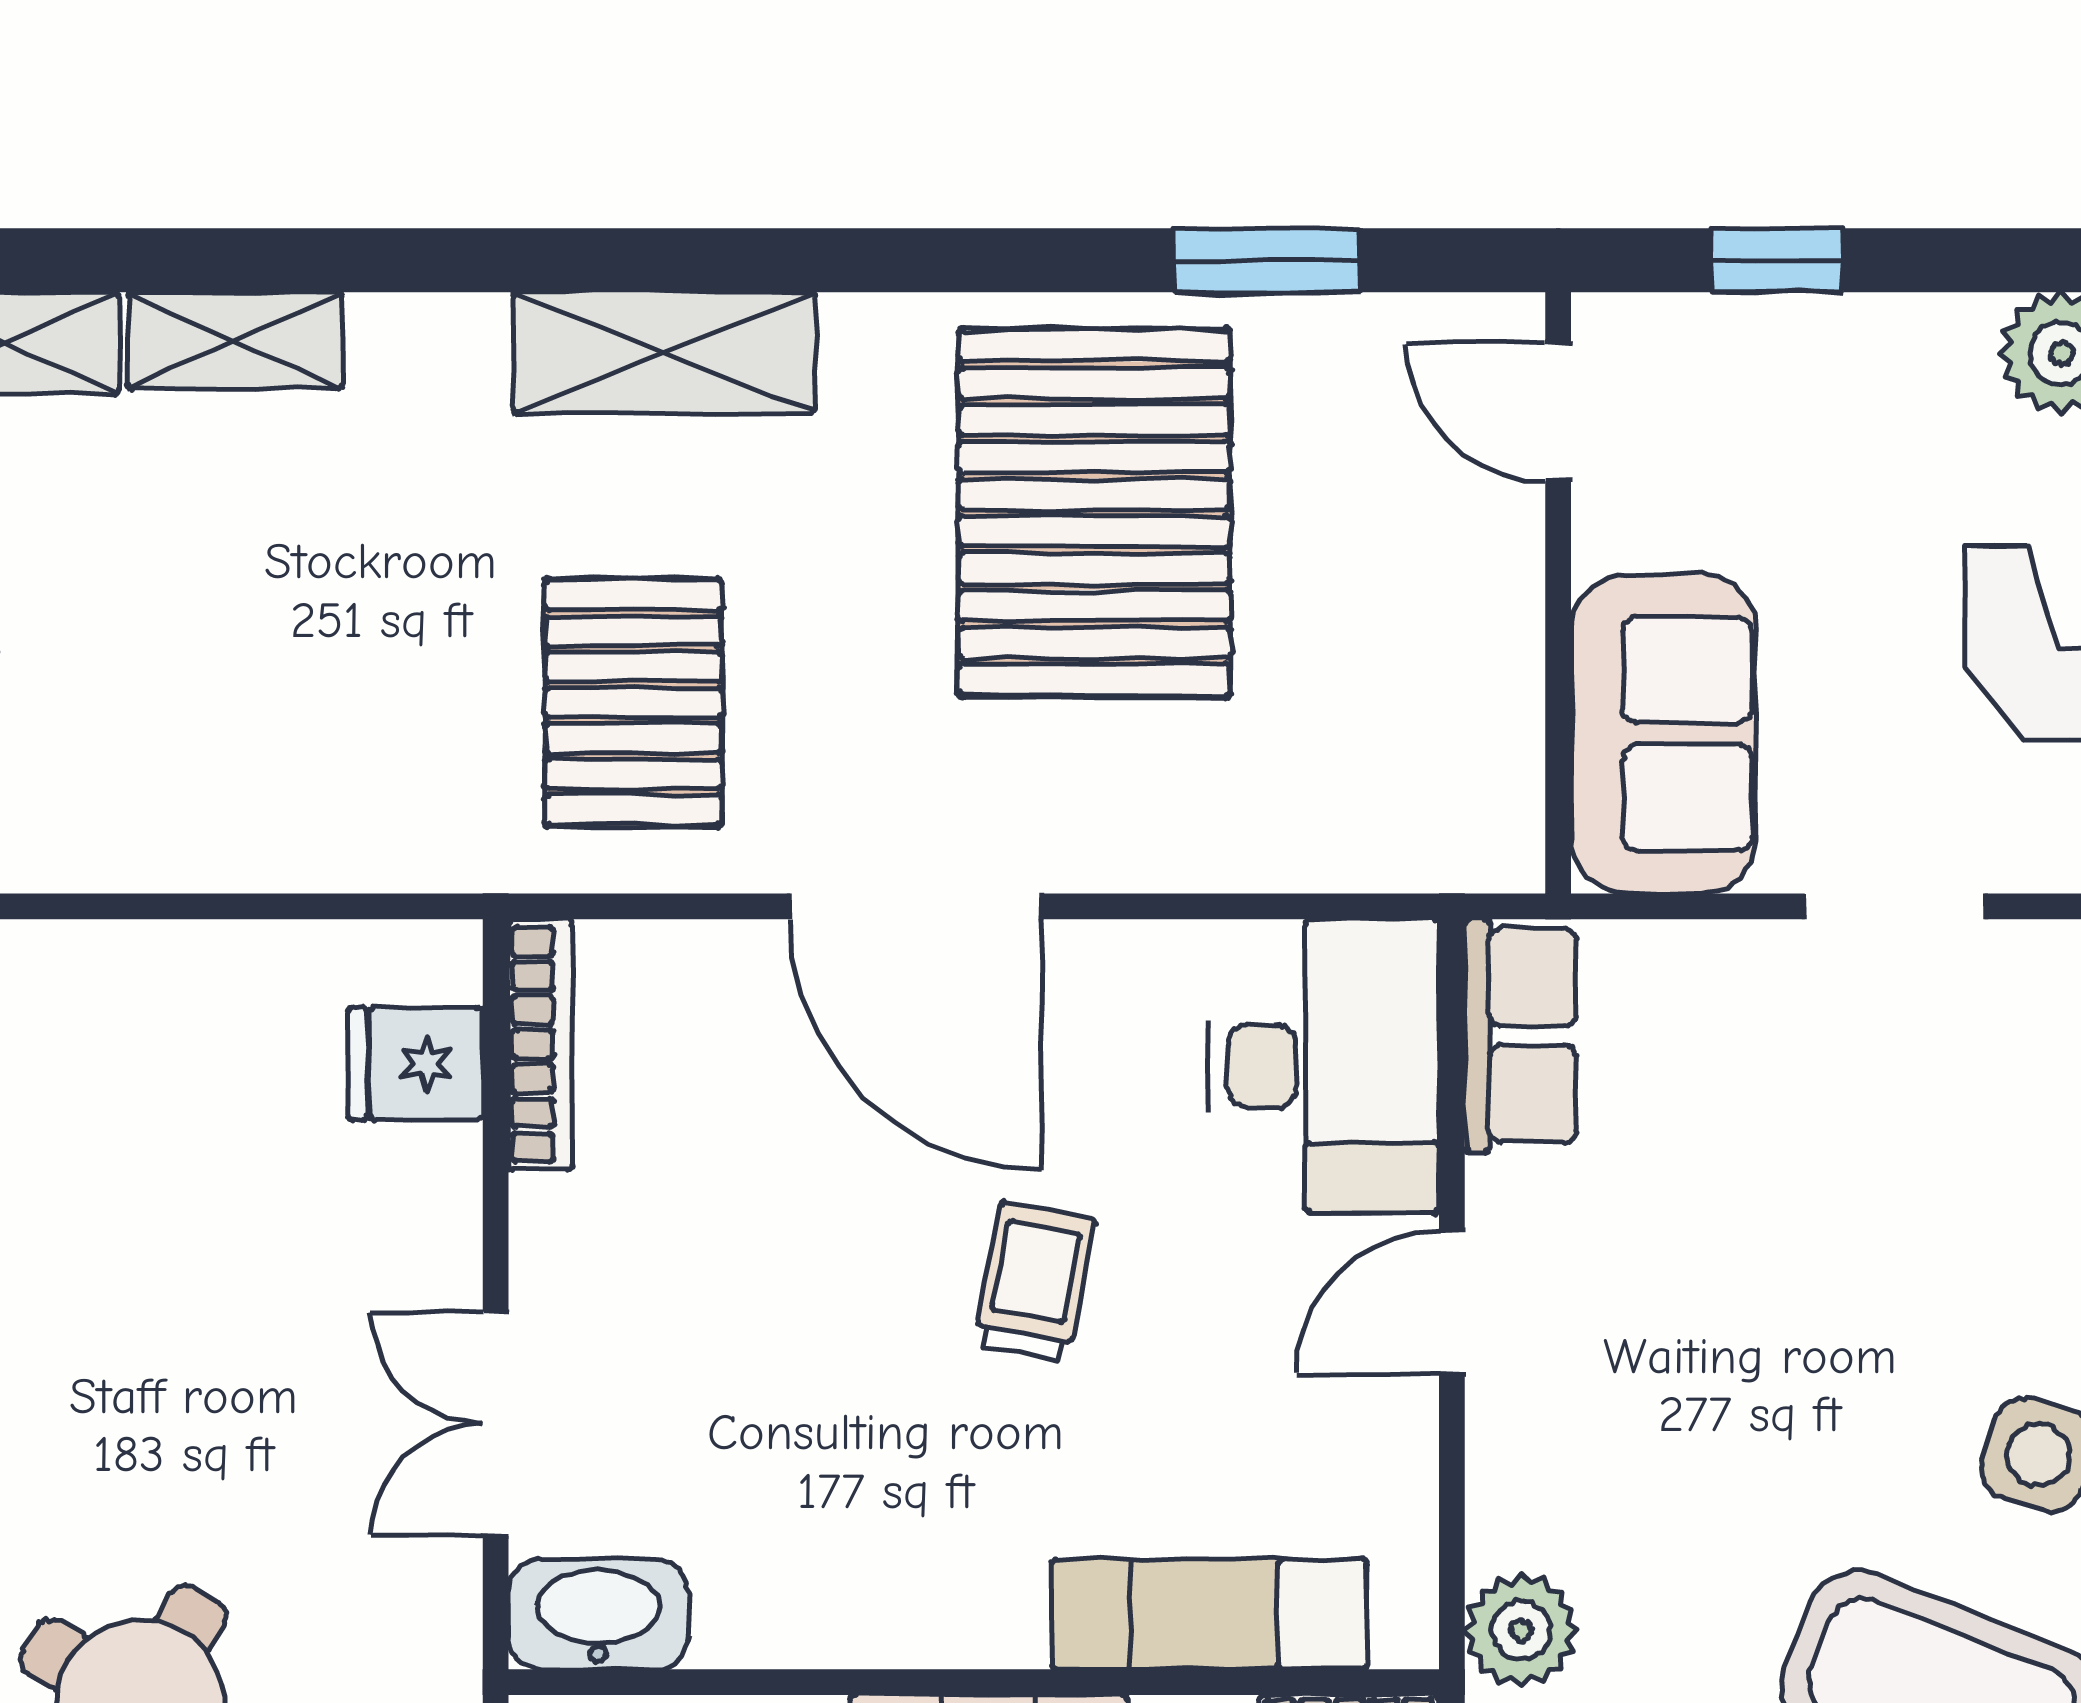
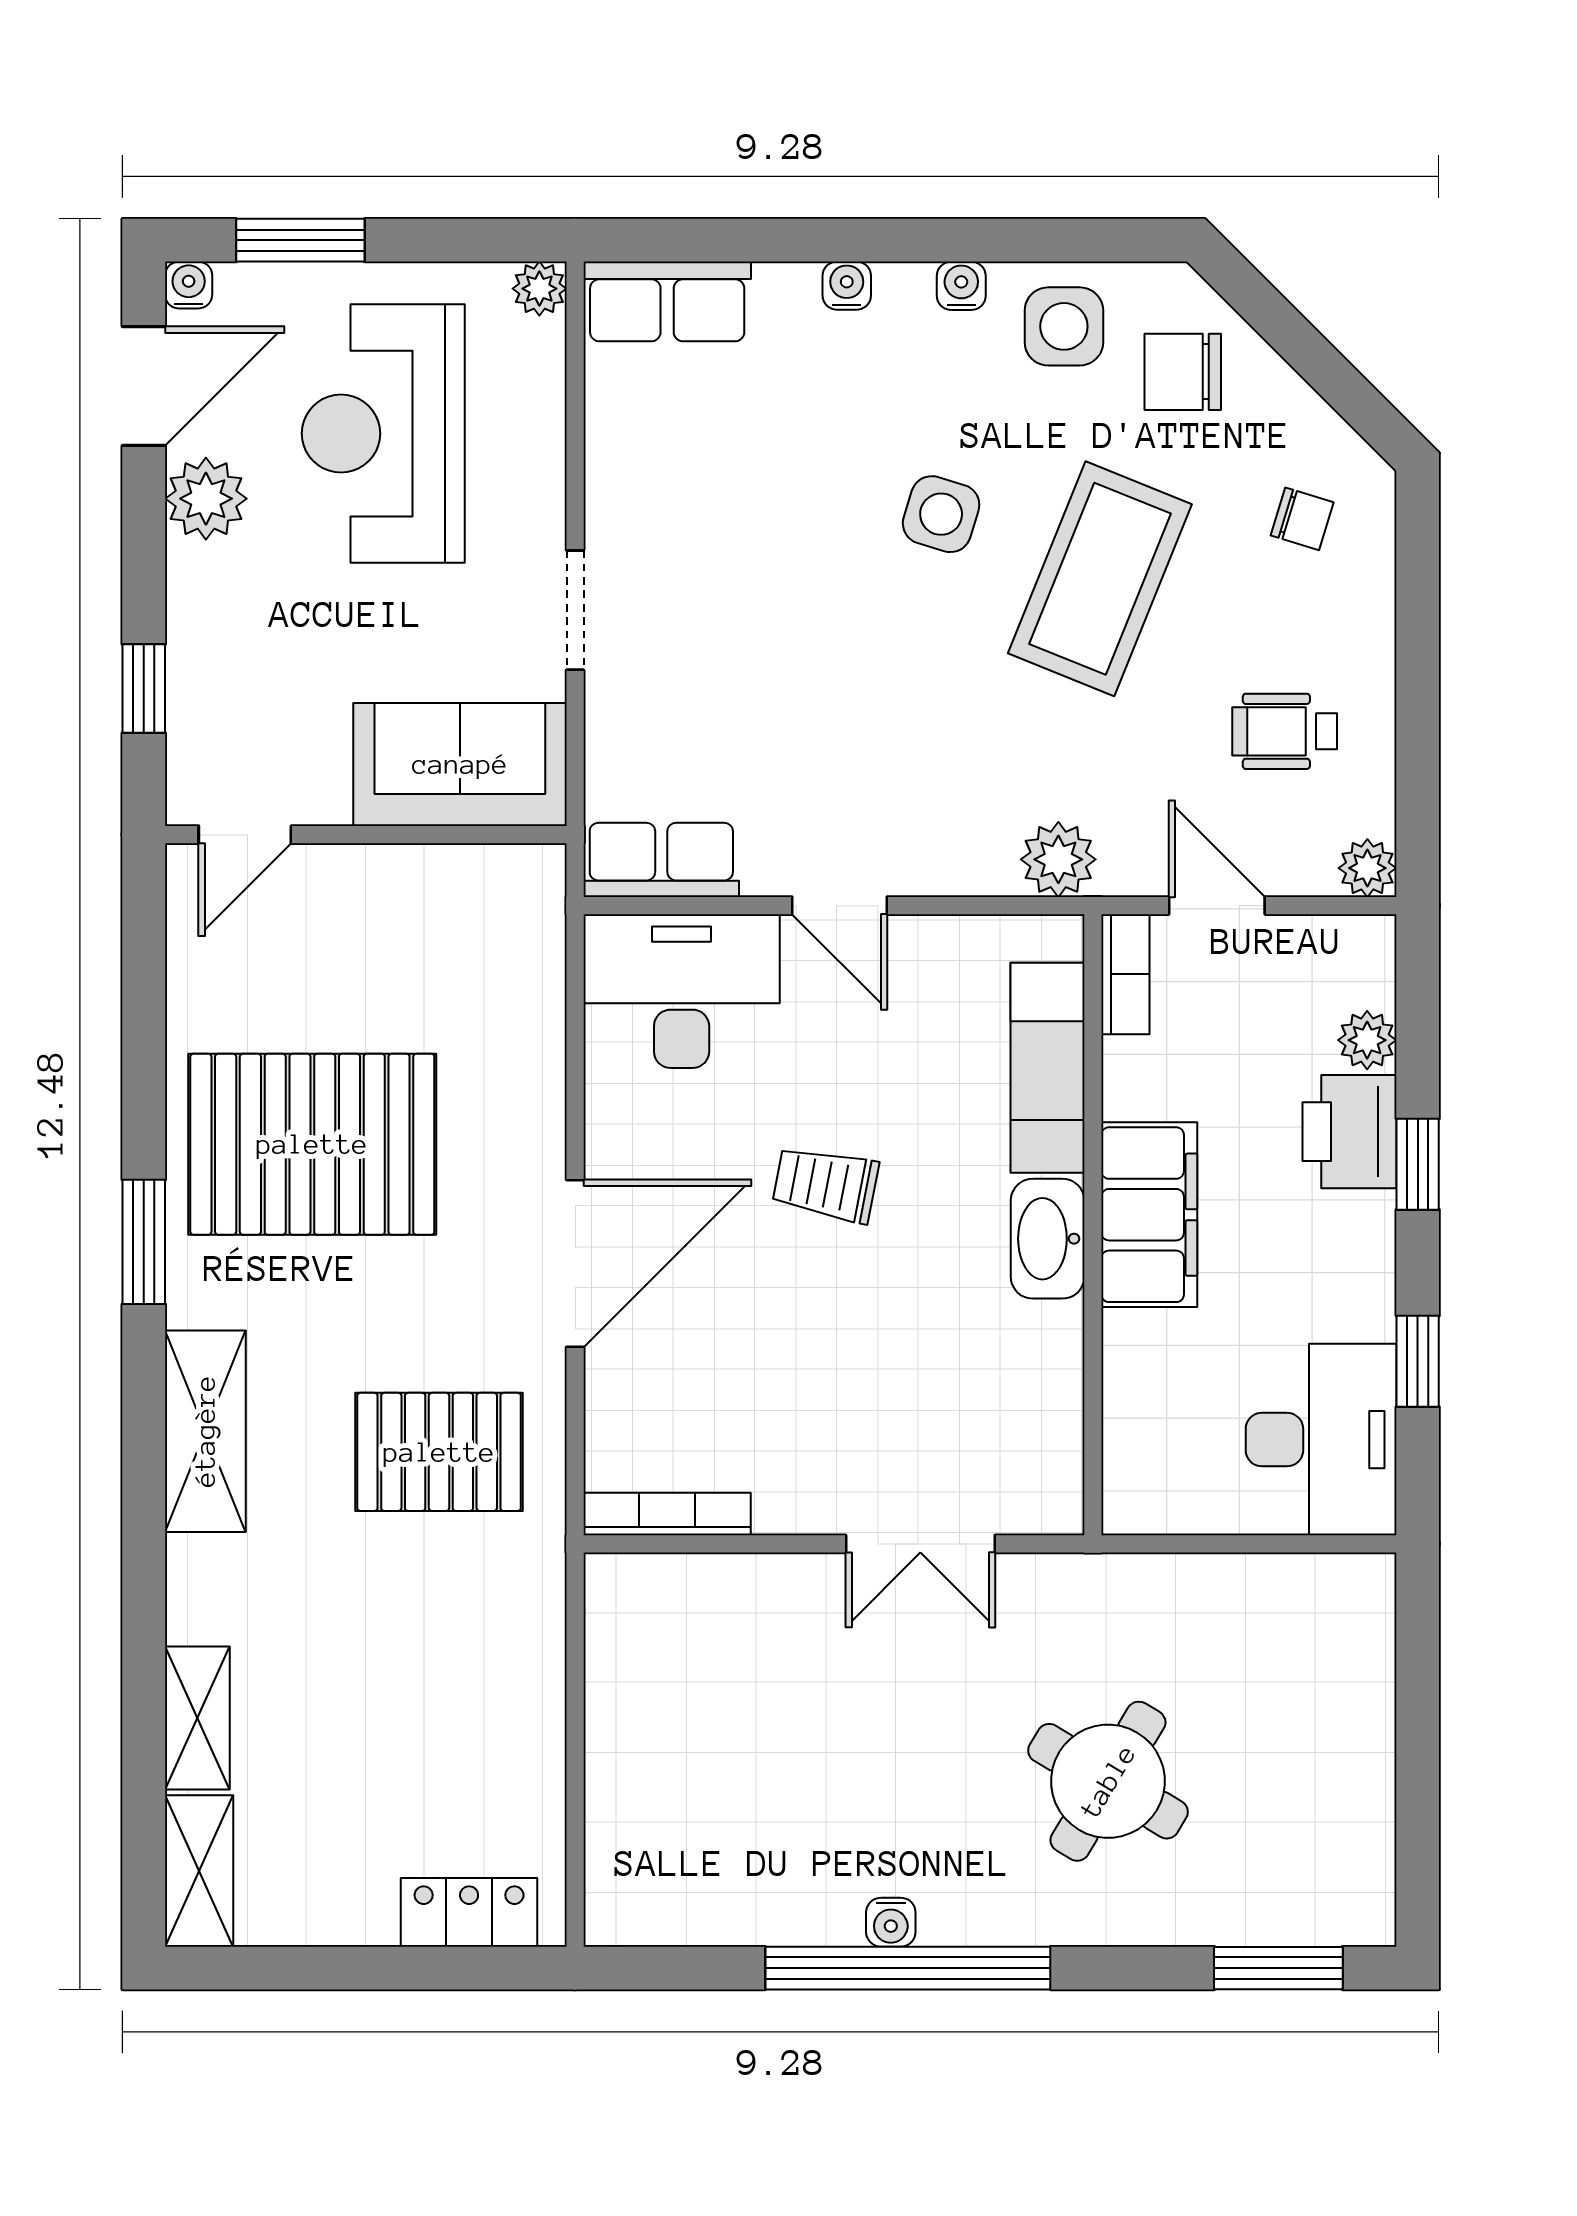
window: (1267, 260) -> (144, 1242), moved
fridge: (415, 1063) -> (680, 1597), removed
washbasin: (598, 1614) -> (1048, 1239), moved

